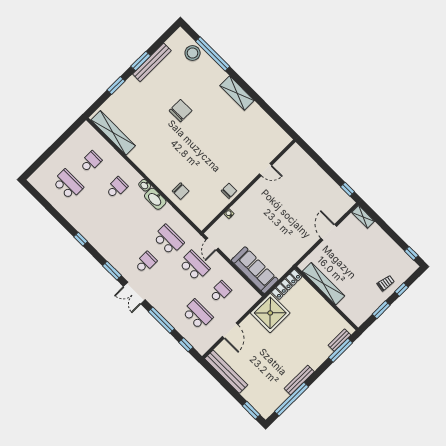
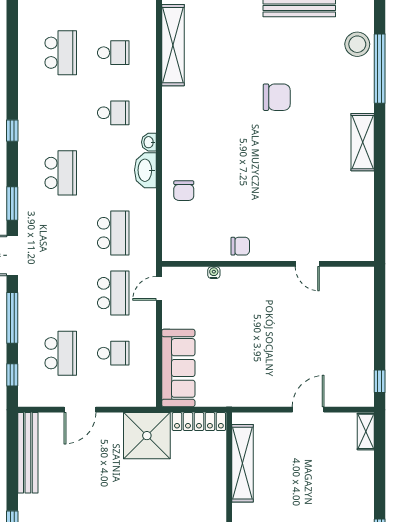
school desk: (146, 262) -> (61, 173), moved, width x1.85

